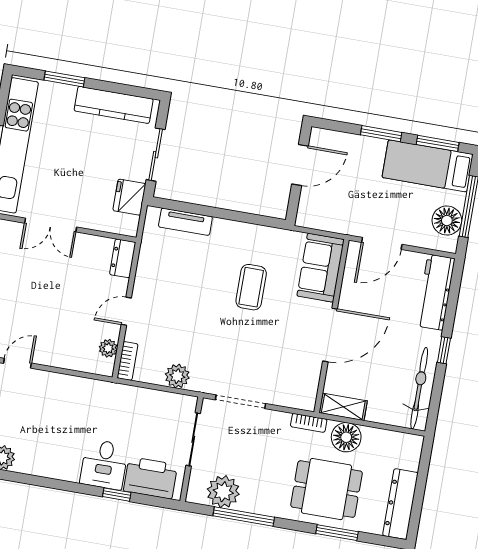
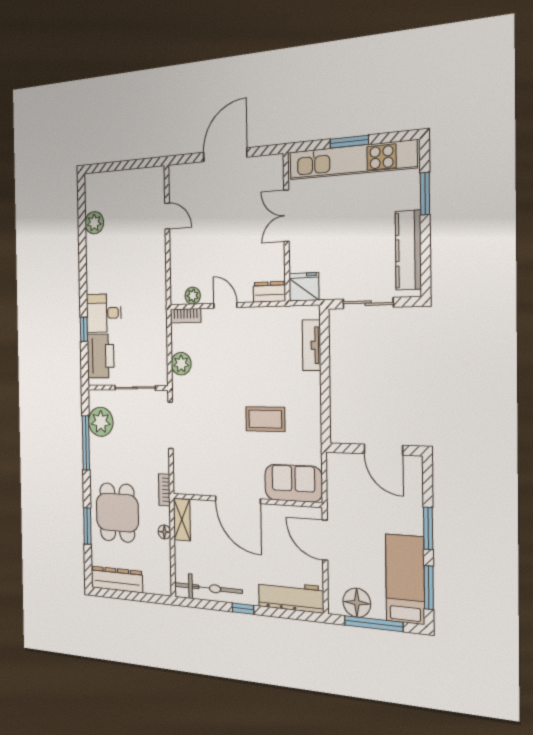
fridge: (129, 197) -> (304, 287), moved
floor lamp: (346, 437) -> (164, 532), width x0.53, depth x0.53

